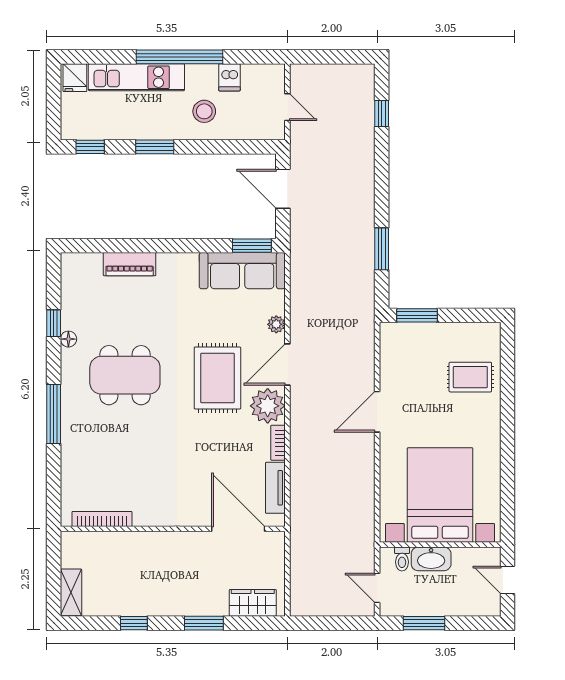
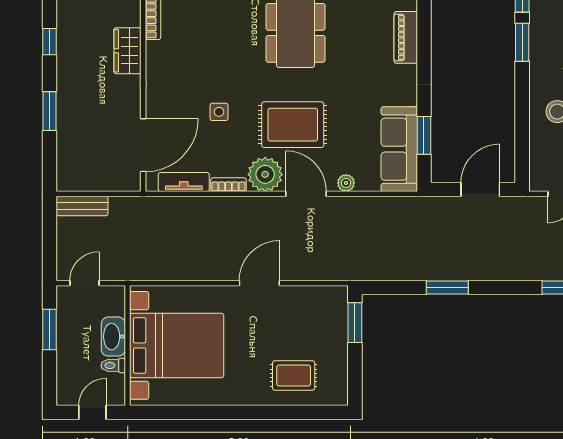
window: (155, 147) -> (522, 42), moved
window: (252, 246) -> (424, 135), moved
window: (382, 249) -> (447, 288), moved
rug: (470, 377) -> (294, 375), turned 90
door: (377, 412) -> (259, 283), hinge flipped
side table: (205, 452) -> (219, 112), added
toilet: (402, 559) -> (113, 365), moved
bench: (299, 590) -> (82, 206), added
wardrobe: (253, 603) -> (127, 51), moved, turned 180

